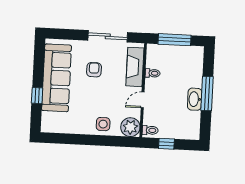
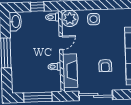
washbasin: (195, 99) -> (15, 21), moved

